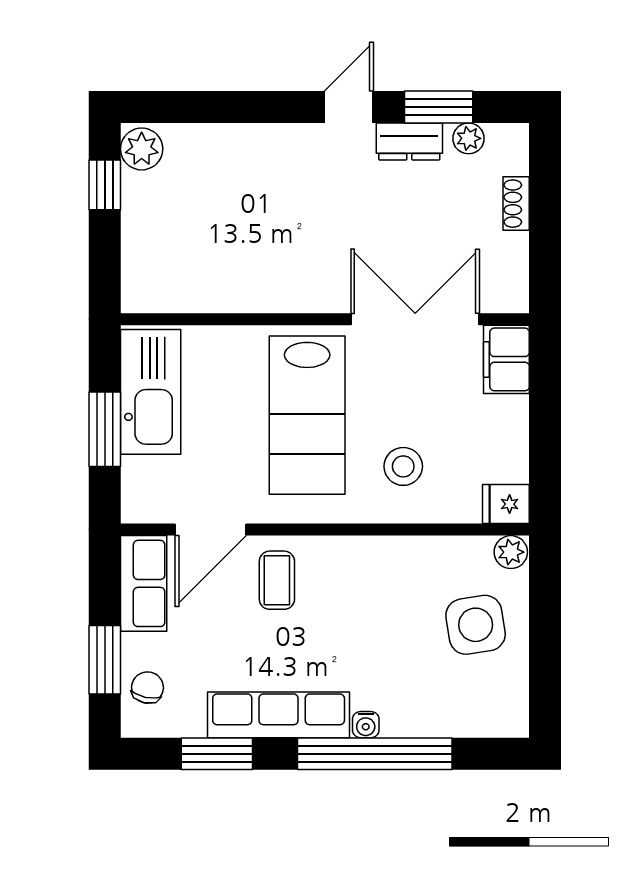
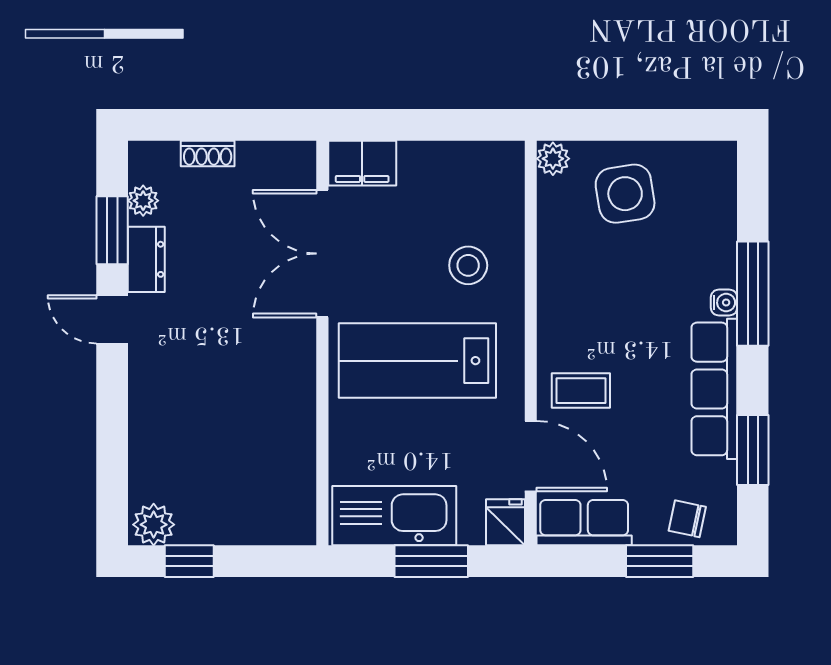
lab bench: (307, 415) -> (417, 361), turned 180
fridge: (506, 504) -> (505, 522), moved, turned 180
window: (375, 754) -> (753, 294), width x0.68

